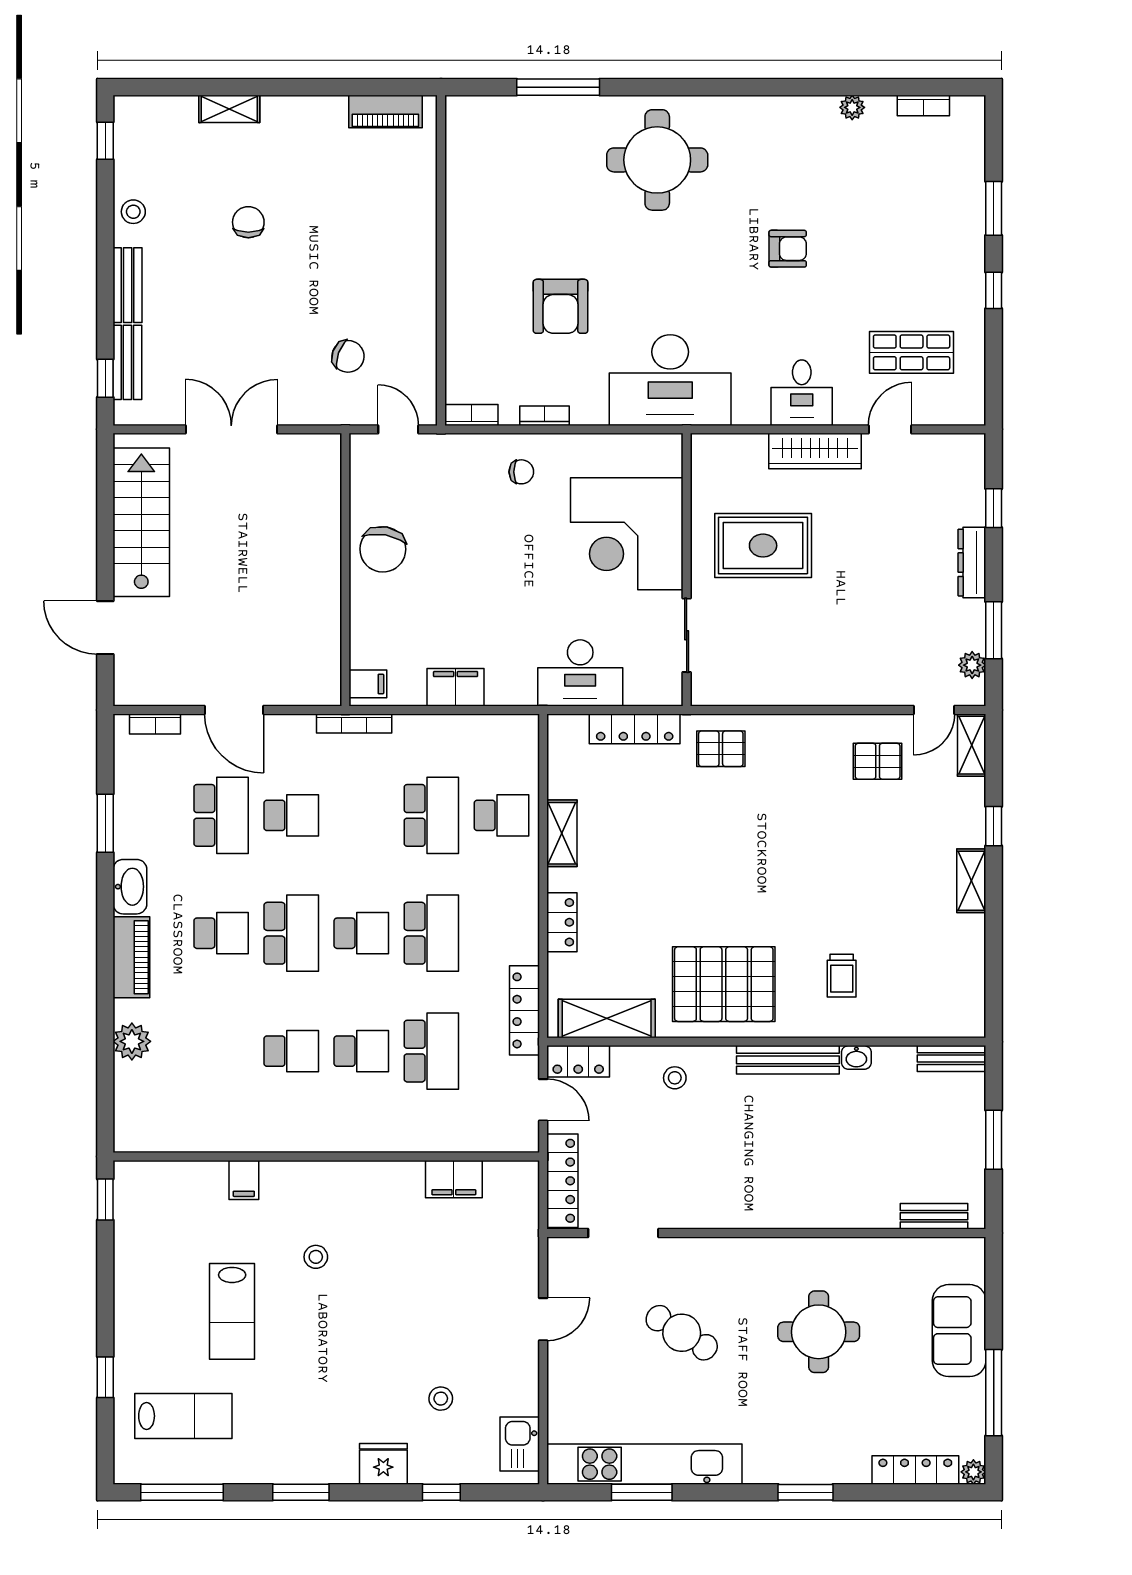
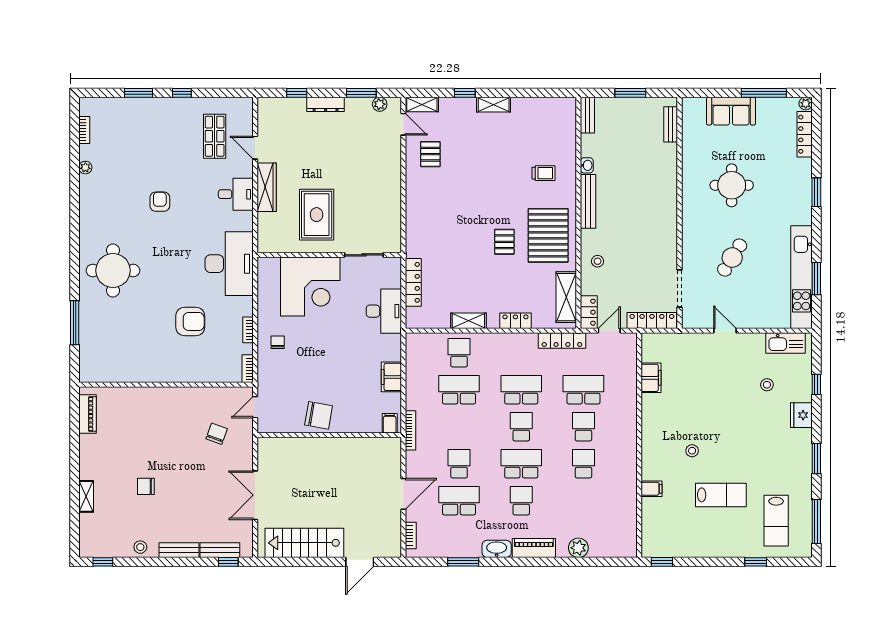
pallet: (721, 749) -> (504, 242), moved
lab bench: (183, 1416) -> (776, 521), turned 180
kitchen sink: (520, 1444) -> (786, 343), width x1.38

